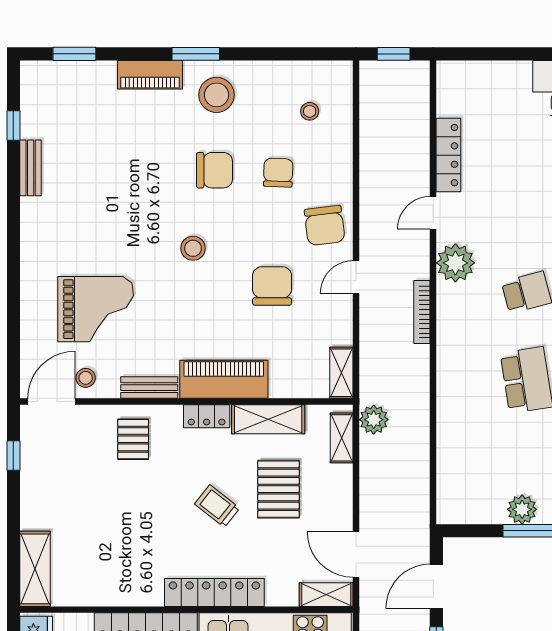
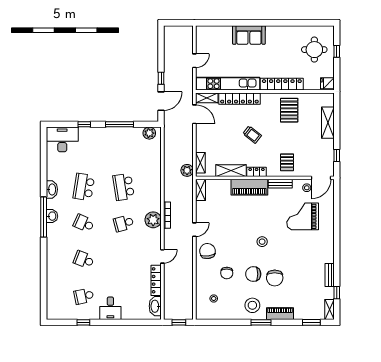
shelving: (31, 85) -> (329, 310), added
washbasin: (450, 93) -> (155, 306), added
plant: (455, 263) -> (153, 220), moved
chair: (272, 286) -> (275, 278), moved
pallet: (278, 489) -> (289, 110), moved
plant: (522, 509) -> (149, 133), moved
shelving: (35, 569) -> (328, 123), moved
locker: (214, 593) -> (239, 99), moved

